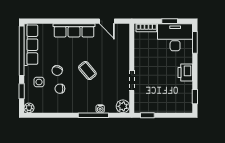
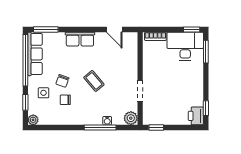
window: (41, 21) -> (46, 30), added
window: (170, 21) -> (192, 30), moved
row of seats: (74, 30) -> (80, 39), width x0.68
printer: (185, 72) -> (196, 116), moved

